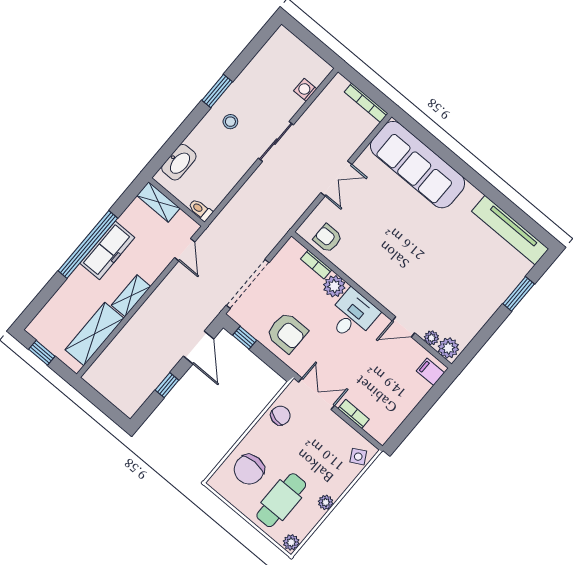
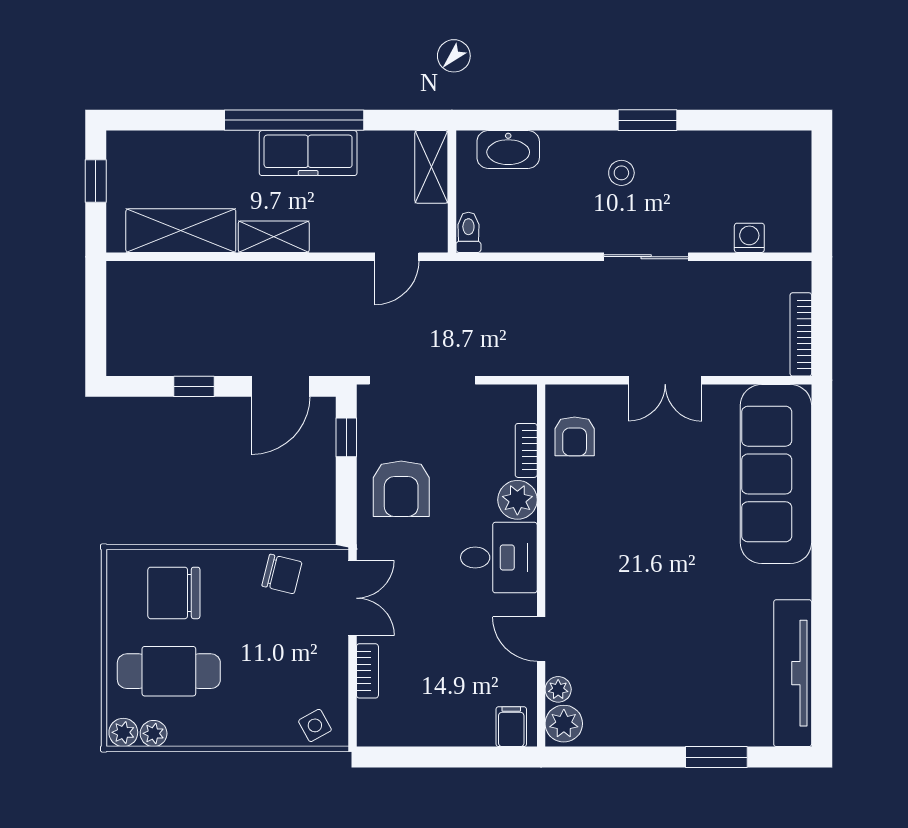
armchair: (328, 238) -> (575, 436), turned 180
plant: (326, 502) -> (154, 733), moved

